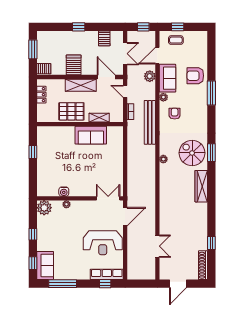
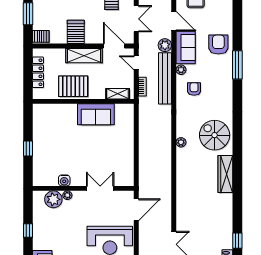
door: (157, 56) -> (174, 21), swing flipped
armchair: (195, 76) -> (218, 45), turned 90
locker: (41, 95) -> (38, 72), width x1.53
shelving: (99, 118) -> (118, 94), moved
bench: (150, 122) -> (165, 78), moved
window: (33, 152) -> (28, 149), moved
window: (211, 153) -> (237, 135), removed
double door: (108, 198) -> (100, 188), moved
plant: (44, 208) -> (53, 199), moved

